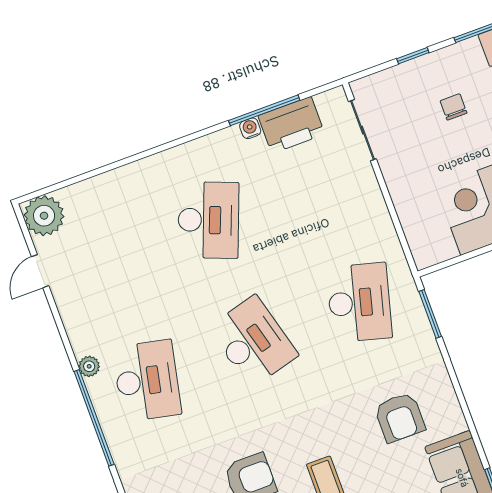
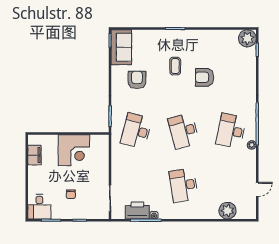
plant: (44, 216) -> (228, 211), moved
desk: (208, 220) -> (184, 185), turned -30

